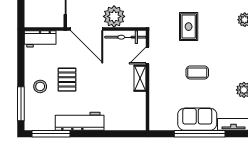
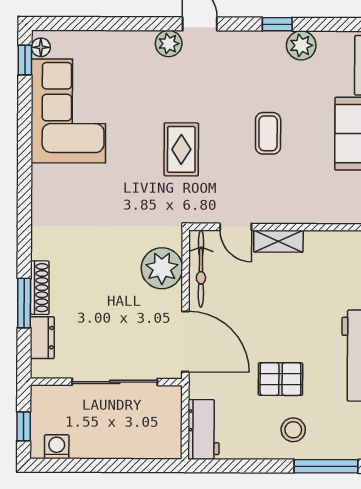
plant: (114, 16) -> (162, 268), moved
rug: (189, 27) -> (181, 149), turned 90
door: (87, 29) -> (185, 342), hinge flipped

